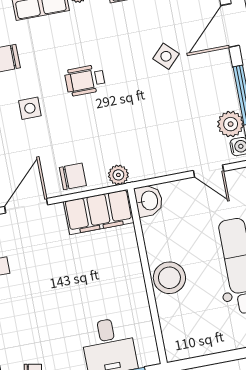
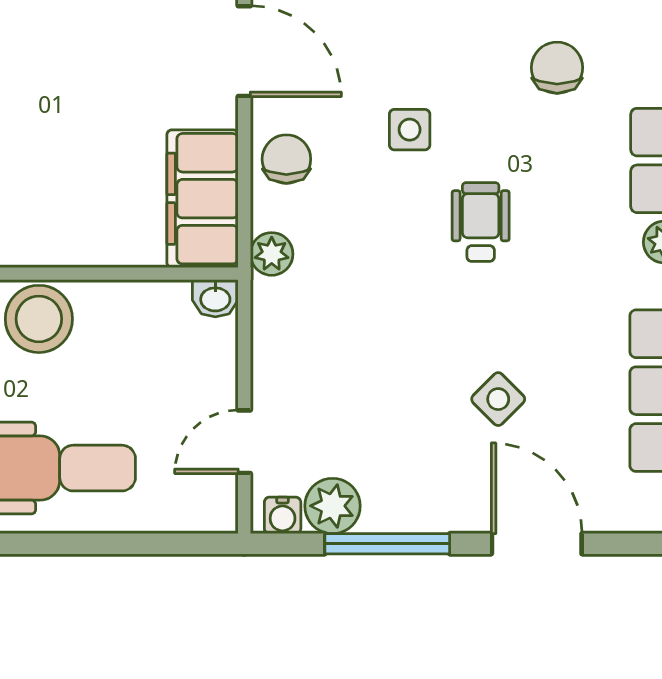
side table: (30, 108) -> (410, 130), moved
chair: (73, 176) -> (286, 159), turned 180
washbasin: (149, 201) -> (215, 298), width x0.72, depth x0.69

